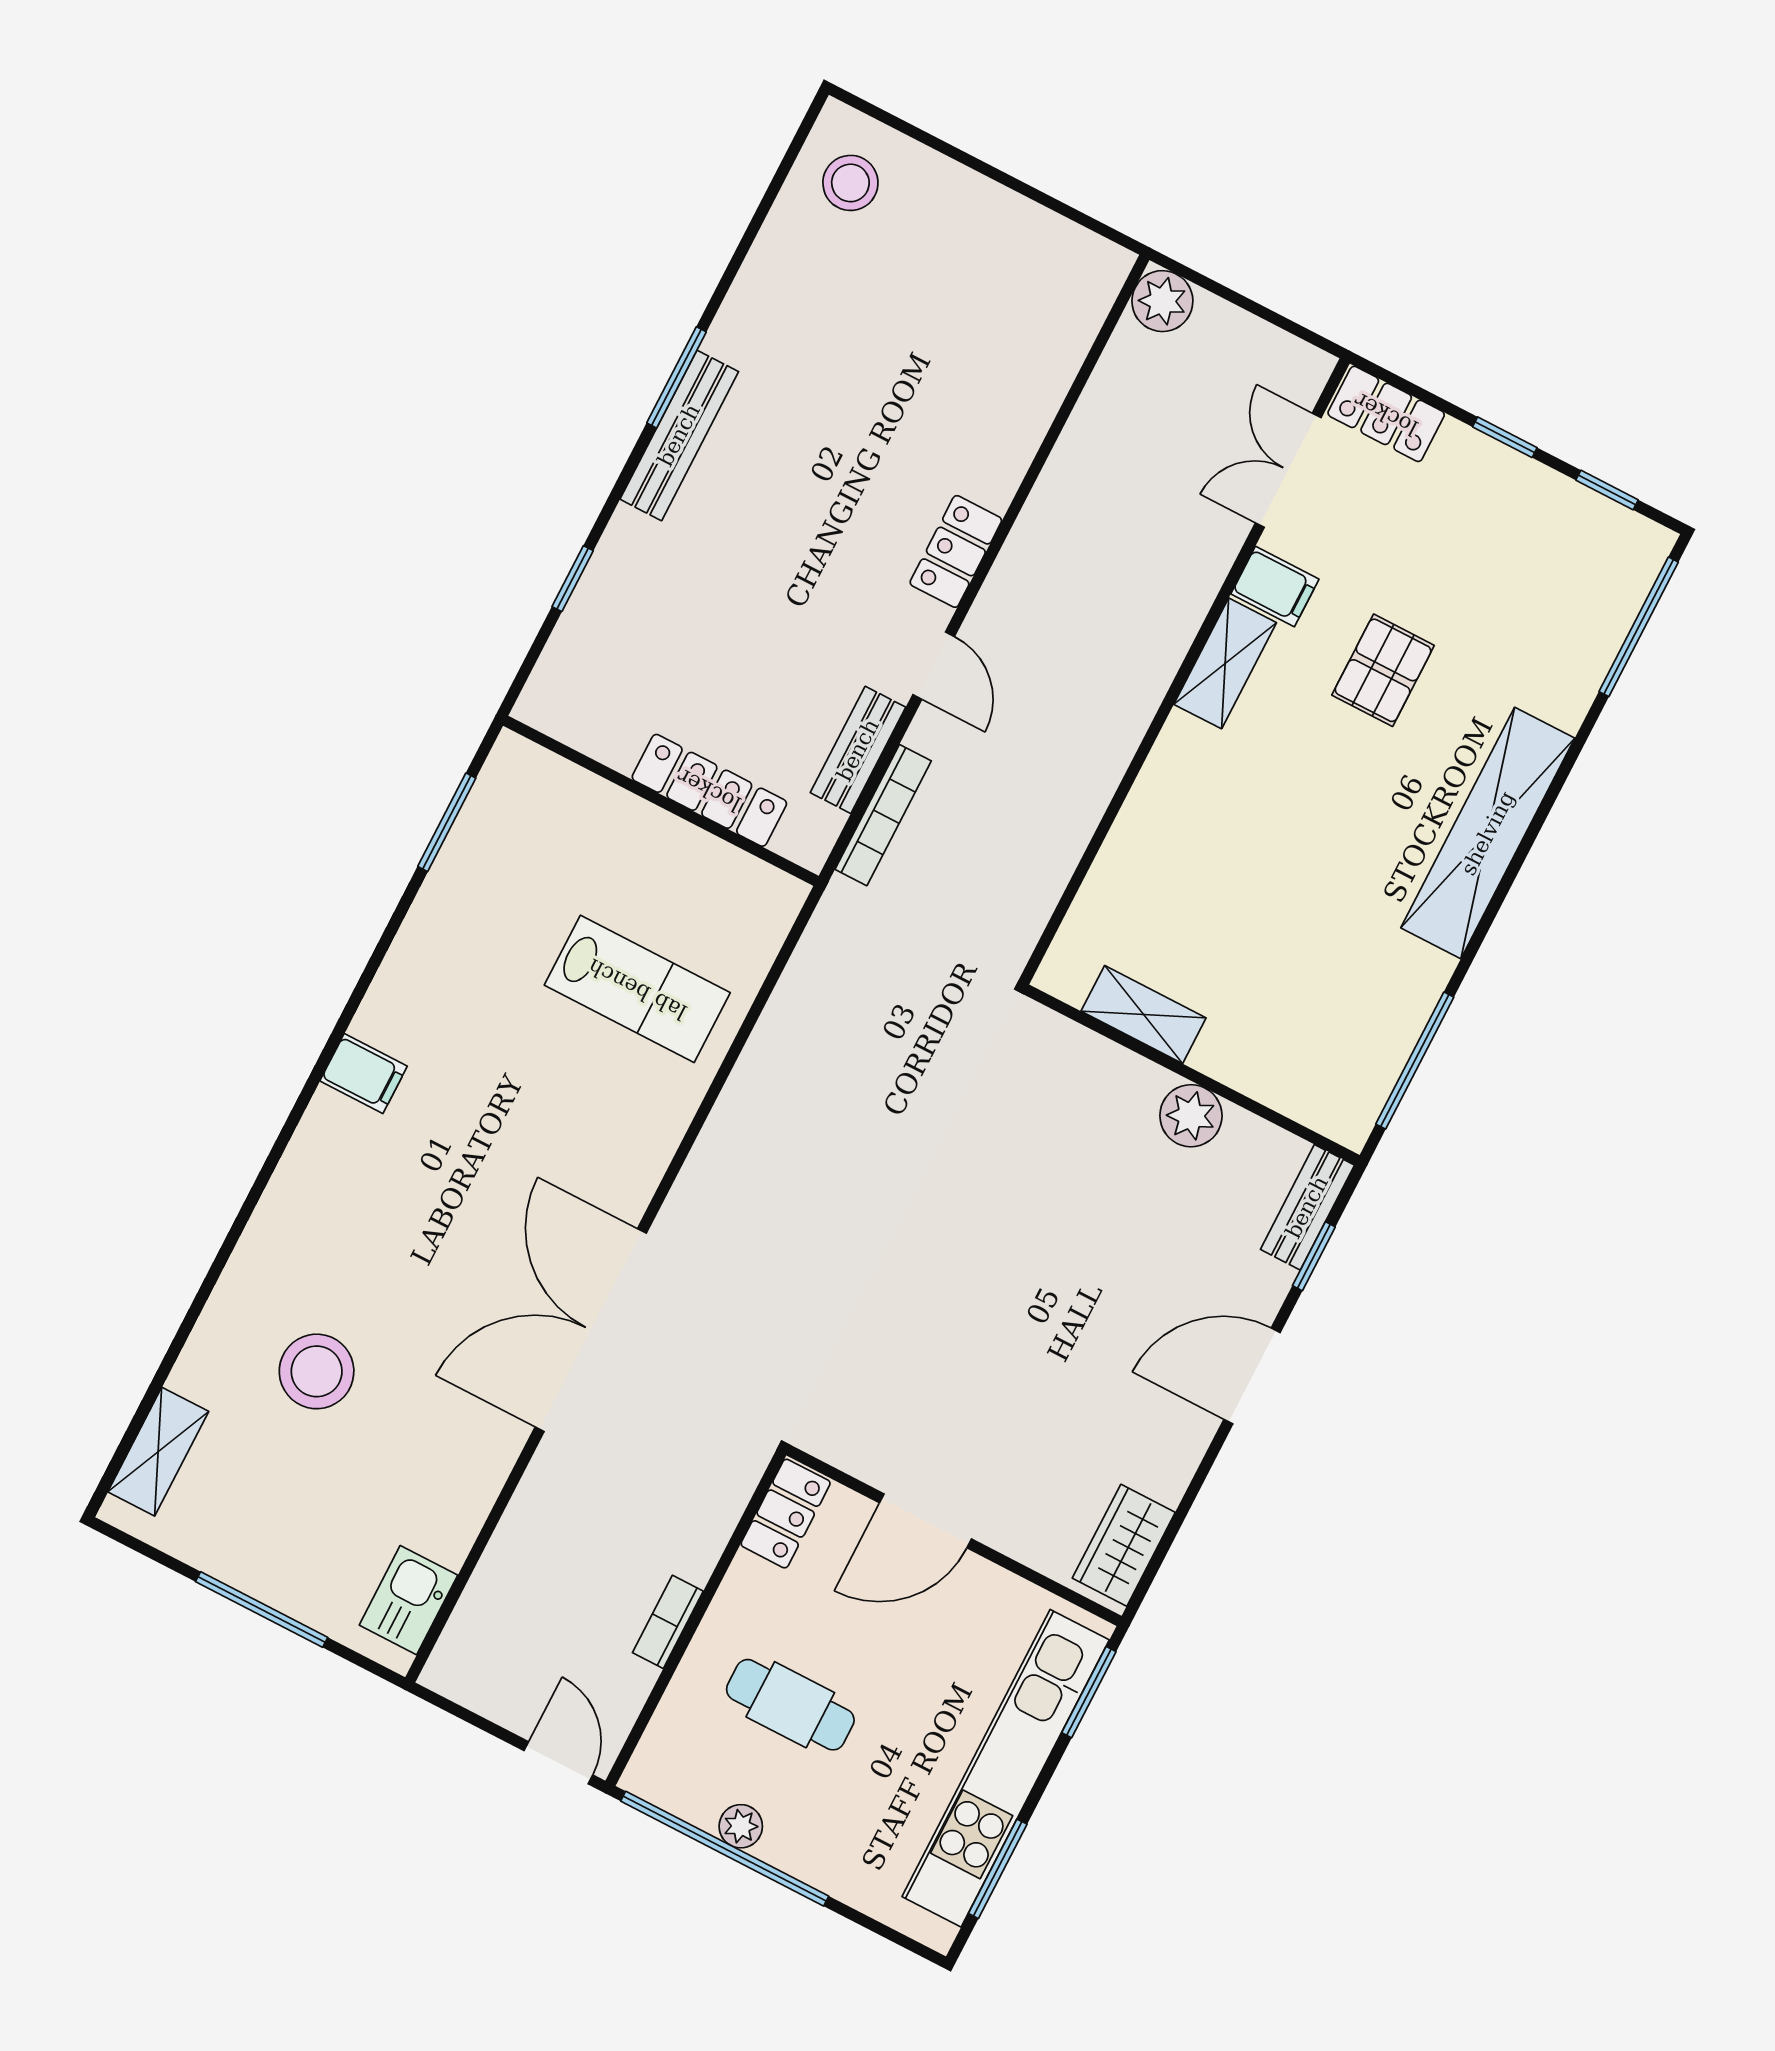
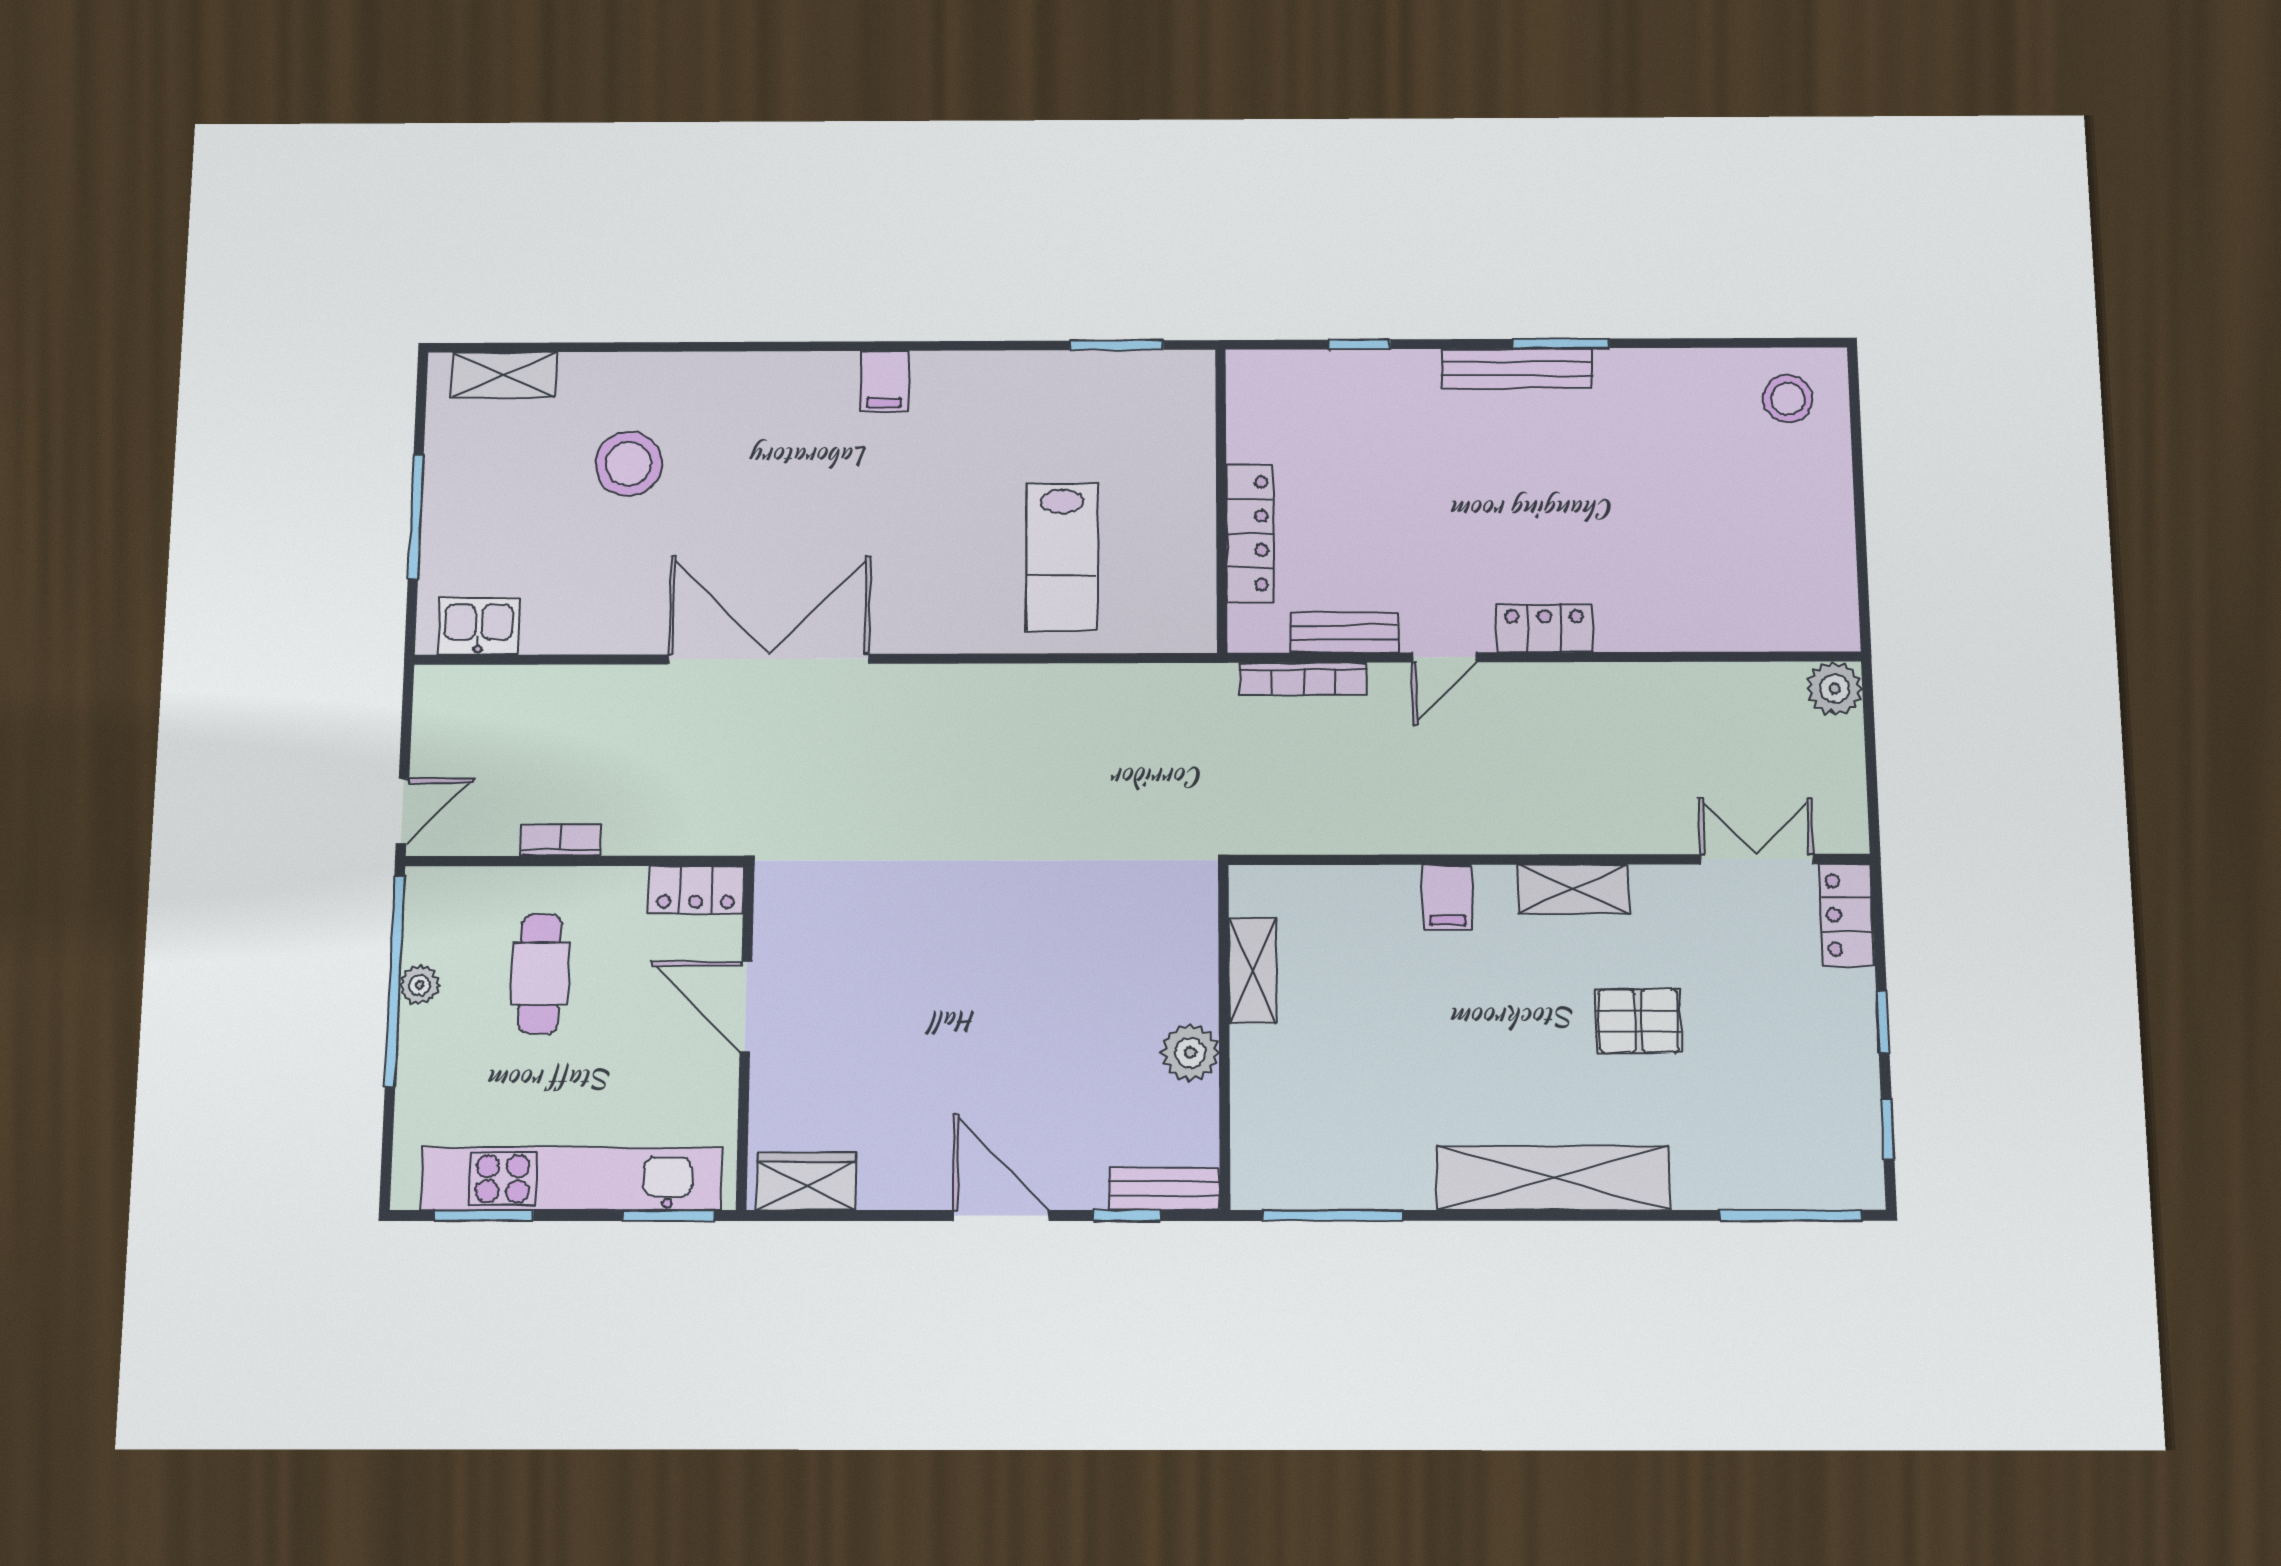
filing cabinet: (1275, 586) -> (1448, 897), moved

